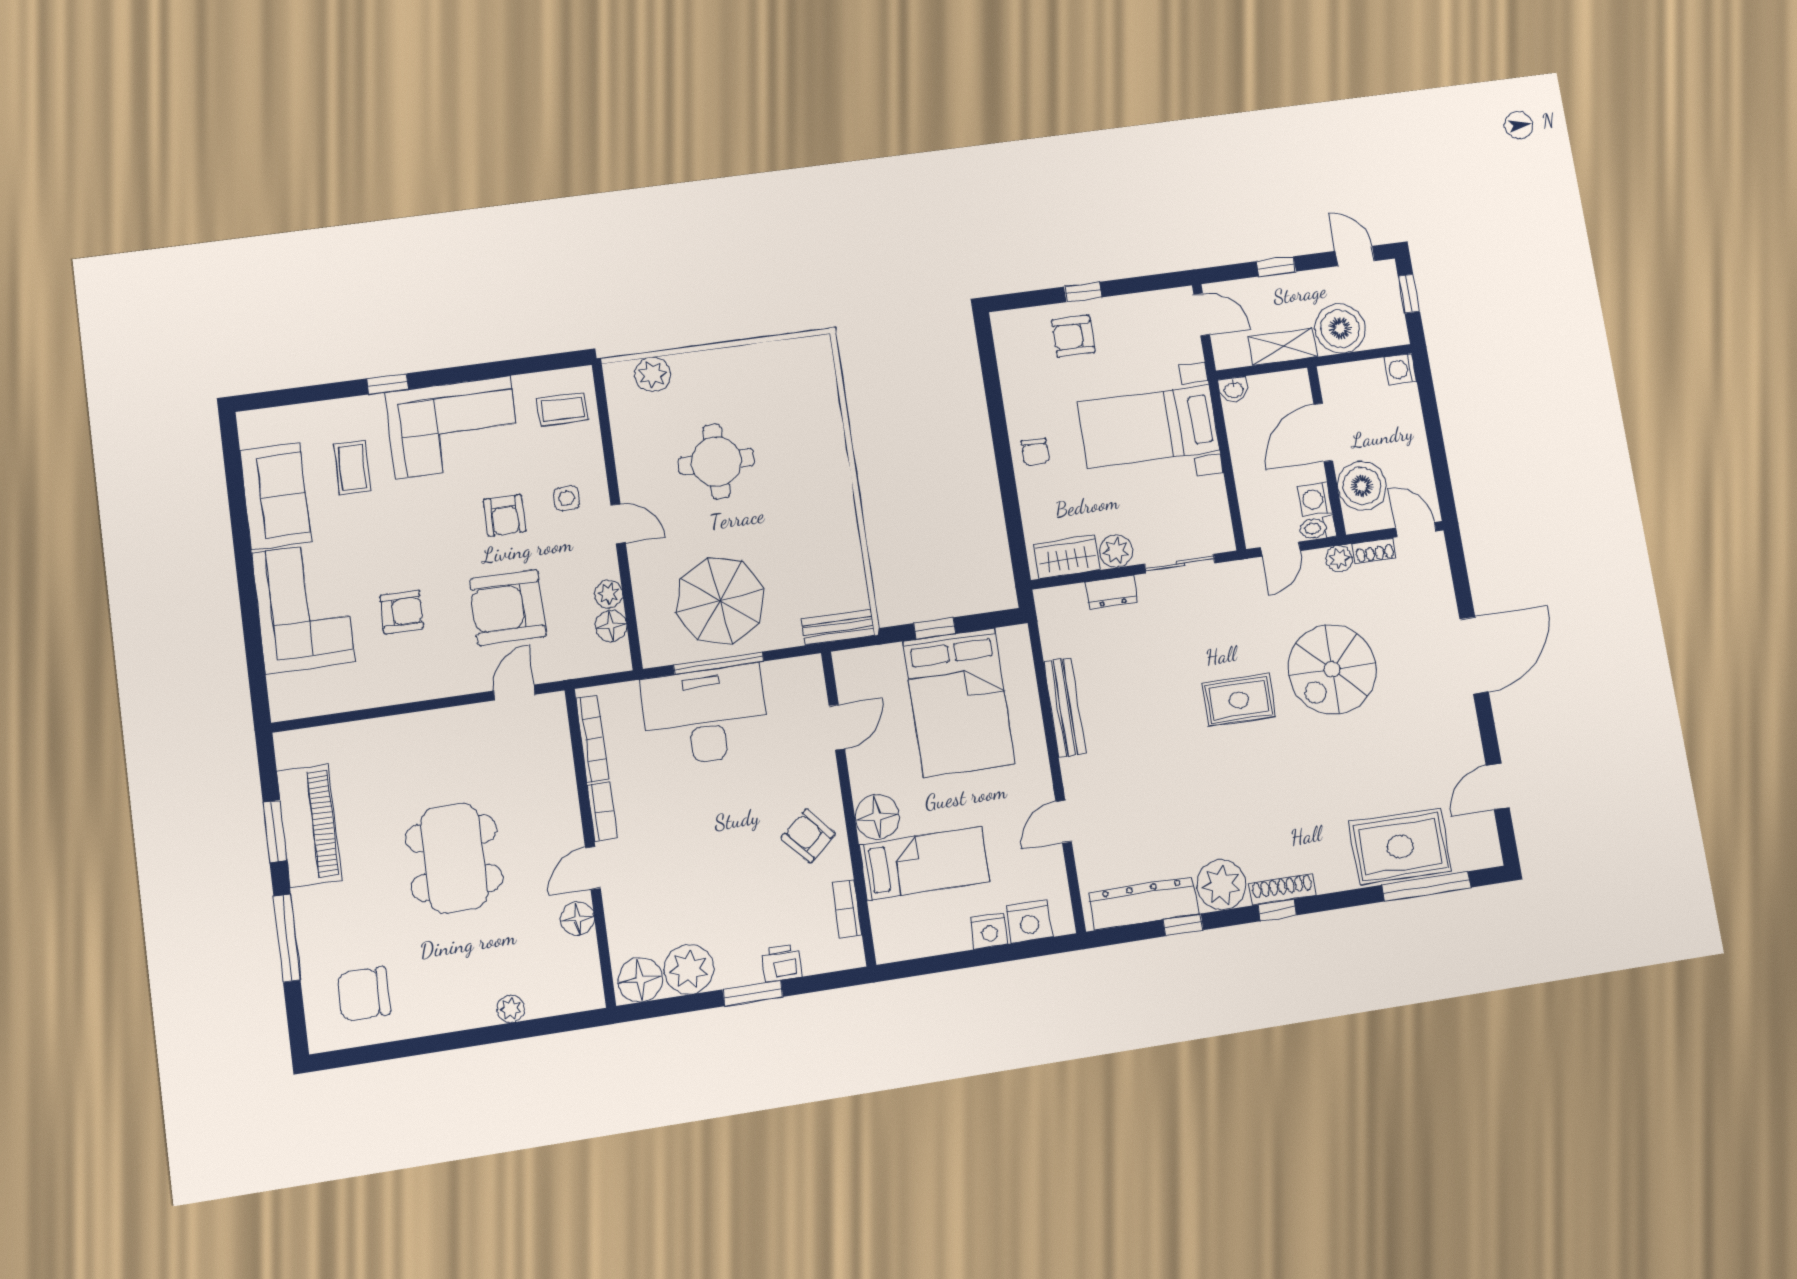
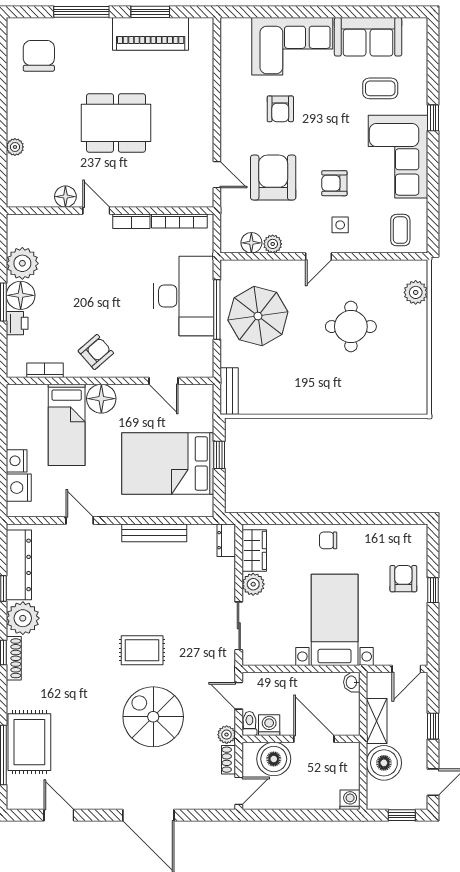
dresser: (1112, 592) -> (226, 540), moved
rug: (1239, 700) -> (142, 650), turned 90
floor lamp: (640, 980) -> (21, 295), moved

